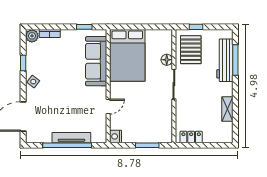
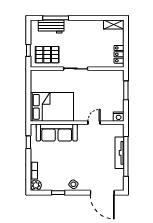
floor lamp: (167, 60) -> (55, 74), removed
workbench: (225, 60) -> (51, 27), width x0.73
door: (108, 107) -> (94, 123), hinge flipped
shelving: (227, 109) -> (114, 24), moved

